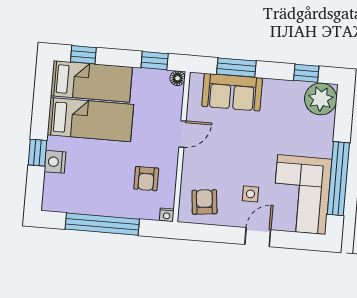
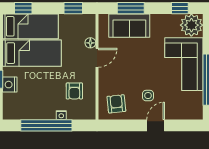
floor lamp: (178, 78) -> (90, 43), moved
corner sofa: (302, 195) -> (184, 64), moved
nightstand: (167, 215) -> (61, 115), moved

